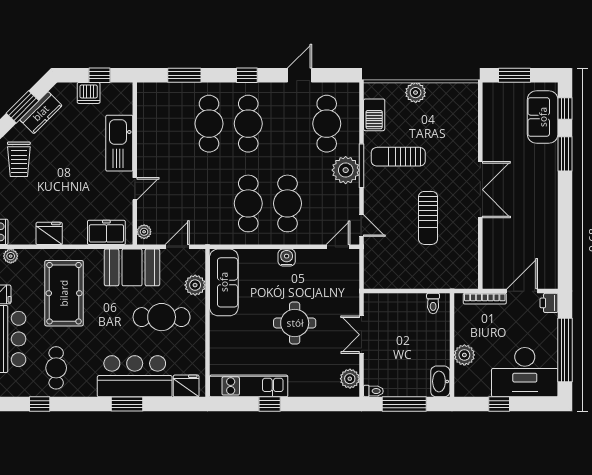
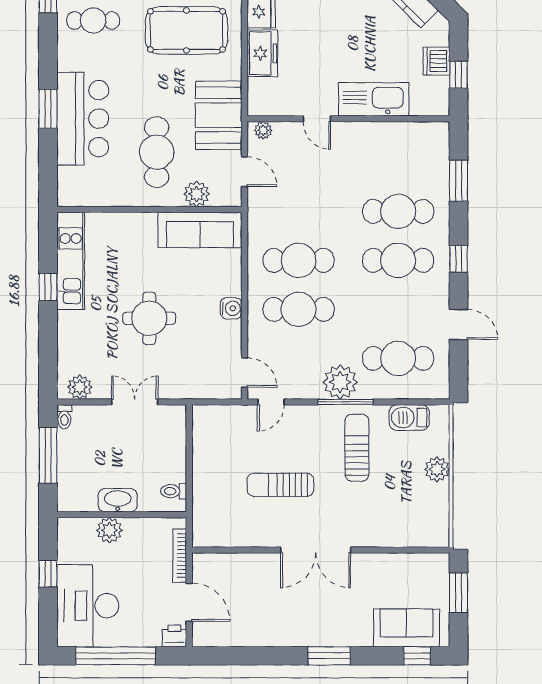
window: (565, 154) -> (329, 656), moved
freezer: (106, 232) -> (262, 53), moved
washbasin: (440, 381) -> (118, 500), moved
fridge: (186, 386) -> (71, 183), removed

